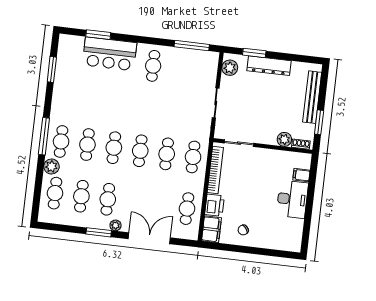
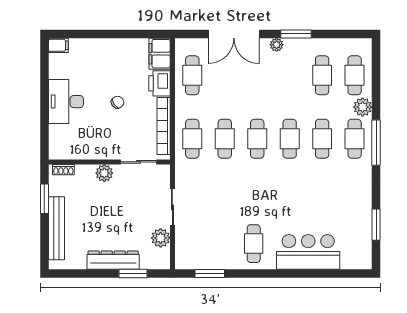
window: (98, 35) -> (325, 274), removed
window: (192, 46) -> (210, 274), width x0.69
plant: (230, 68) -> (161, 238), moved
plant: (284, 139) -> (104, 173), moved
filing cabinet: (301, 175) -> (58, 45), moved
cafe table: (108, 199) -> (290, 75), removed
chair: (243, 230) -> (118, 102), moved

